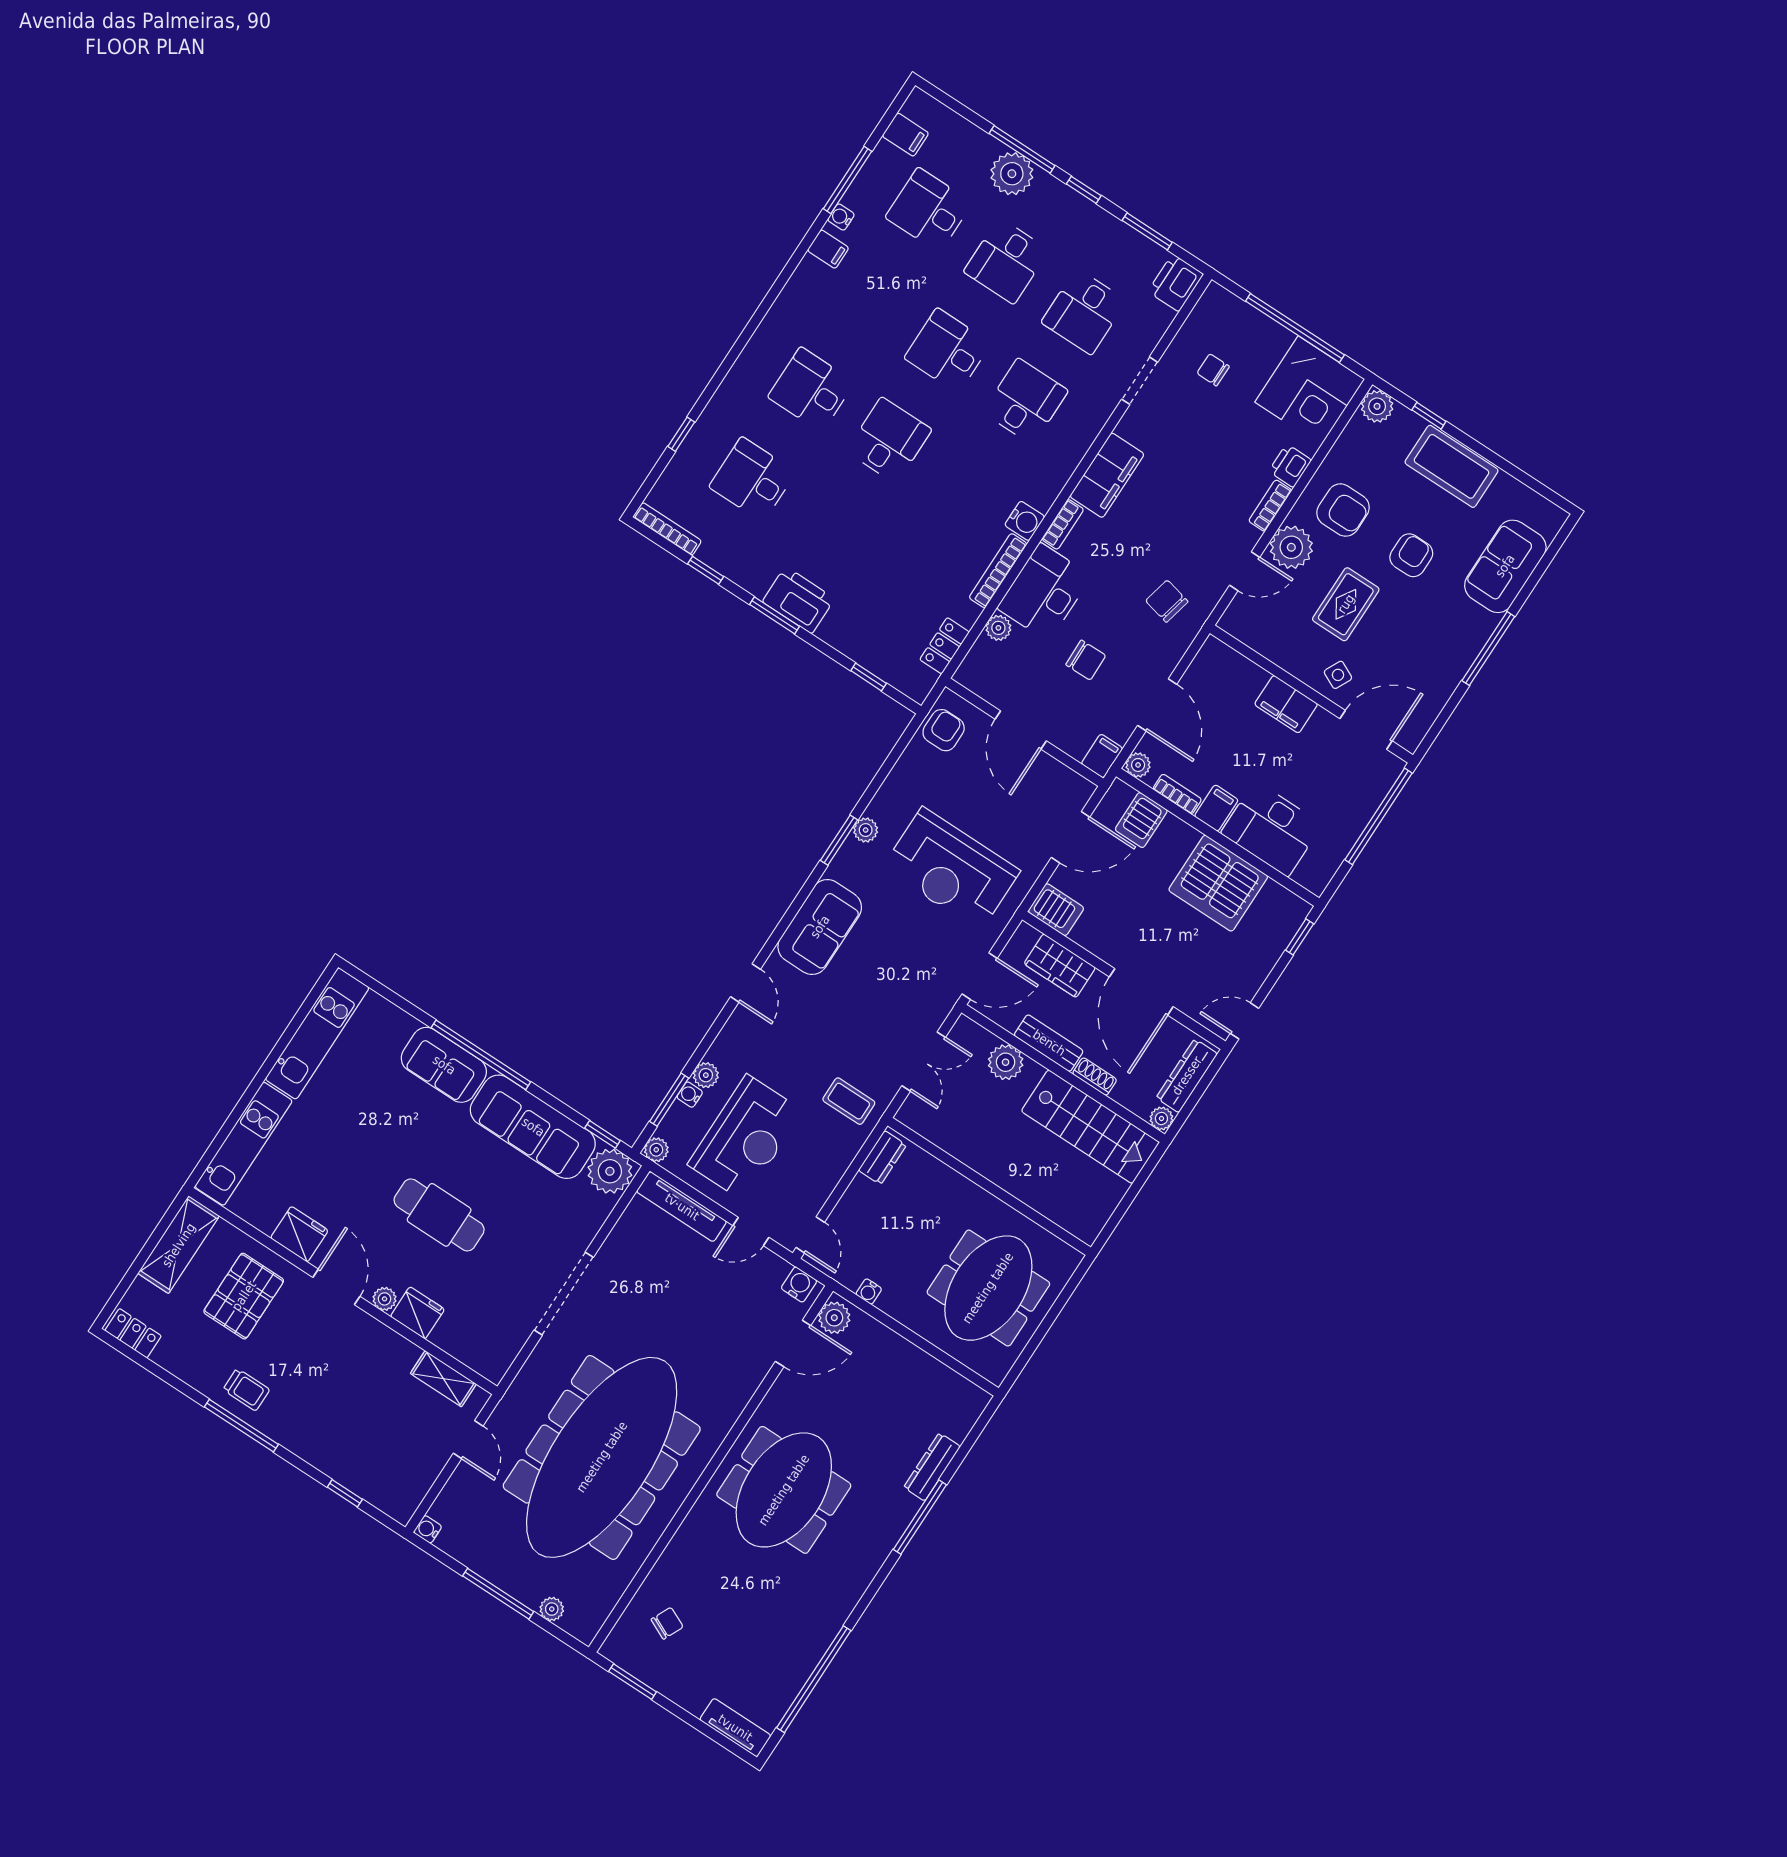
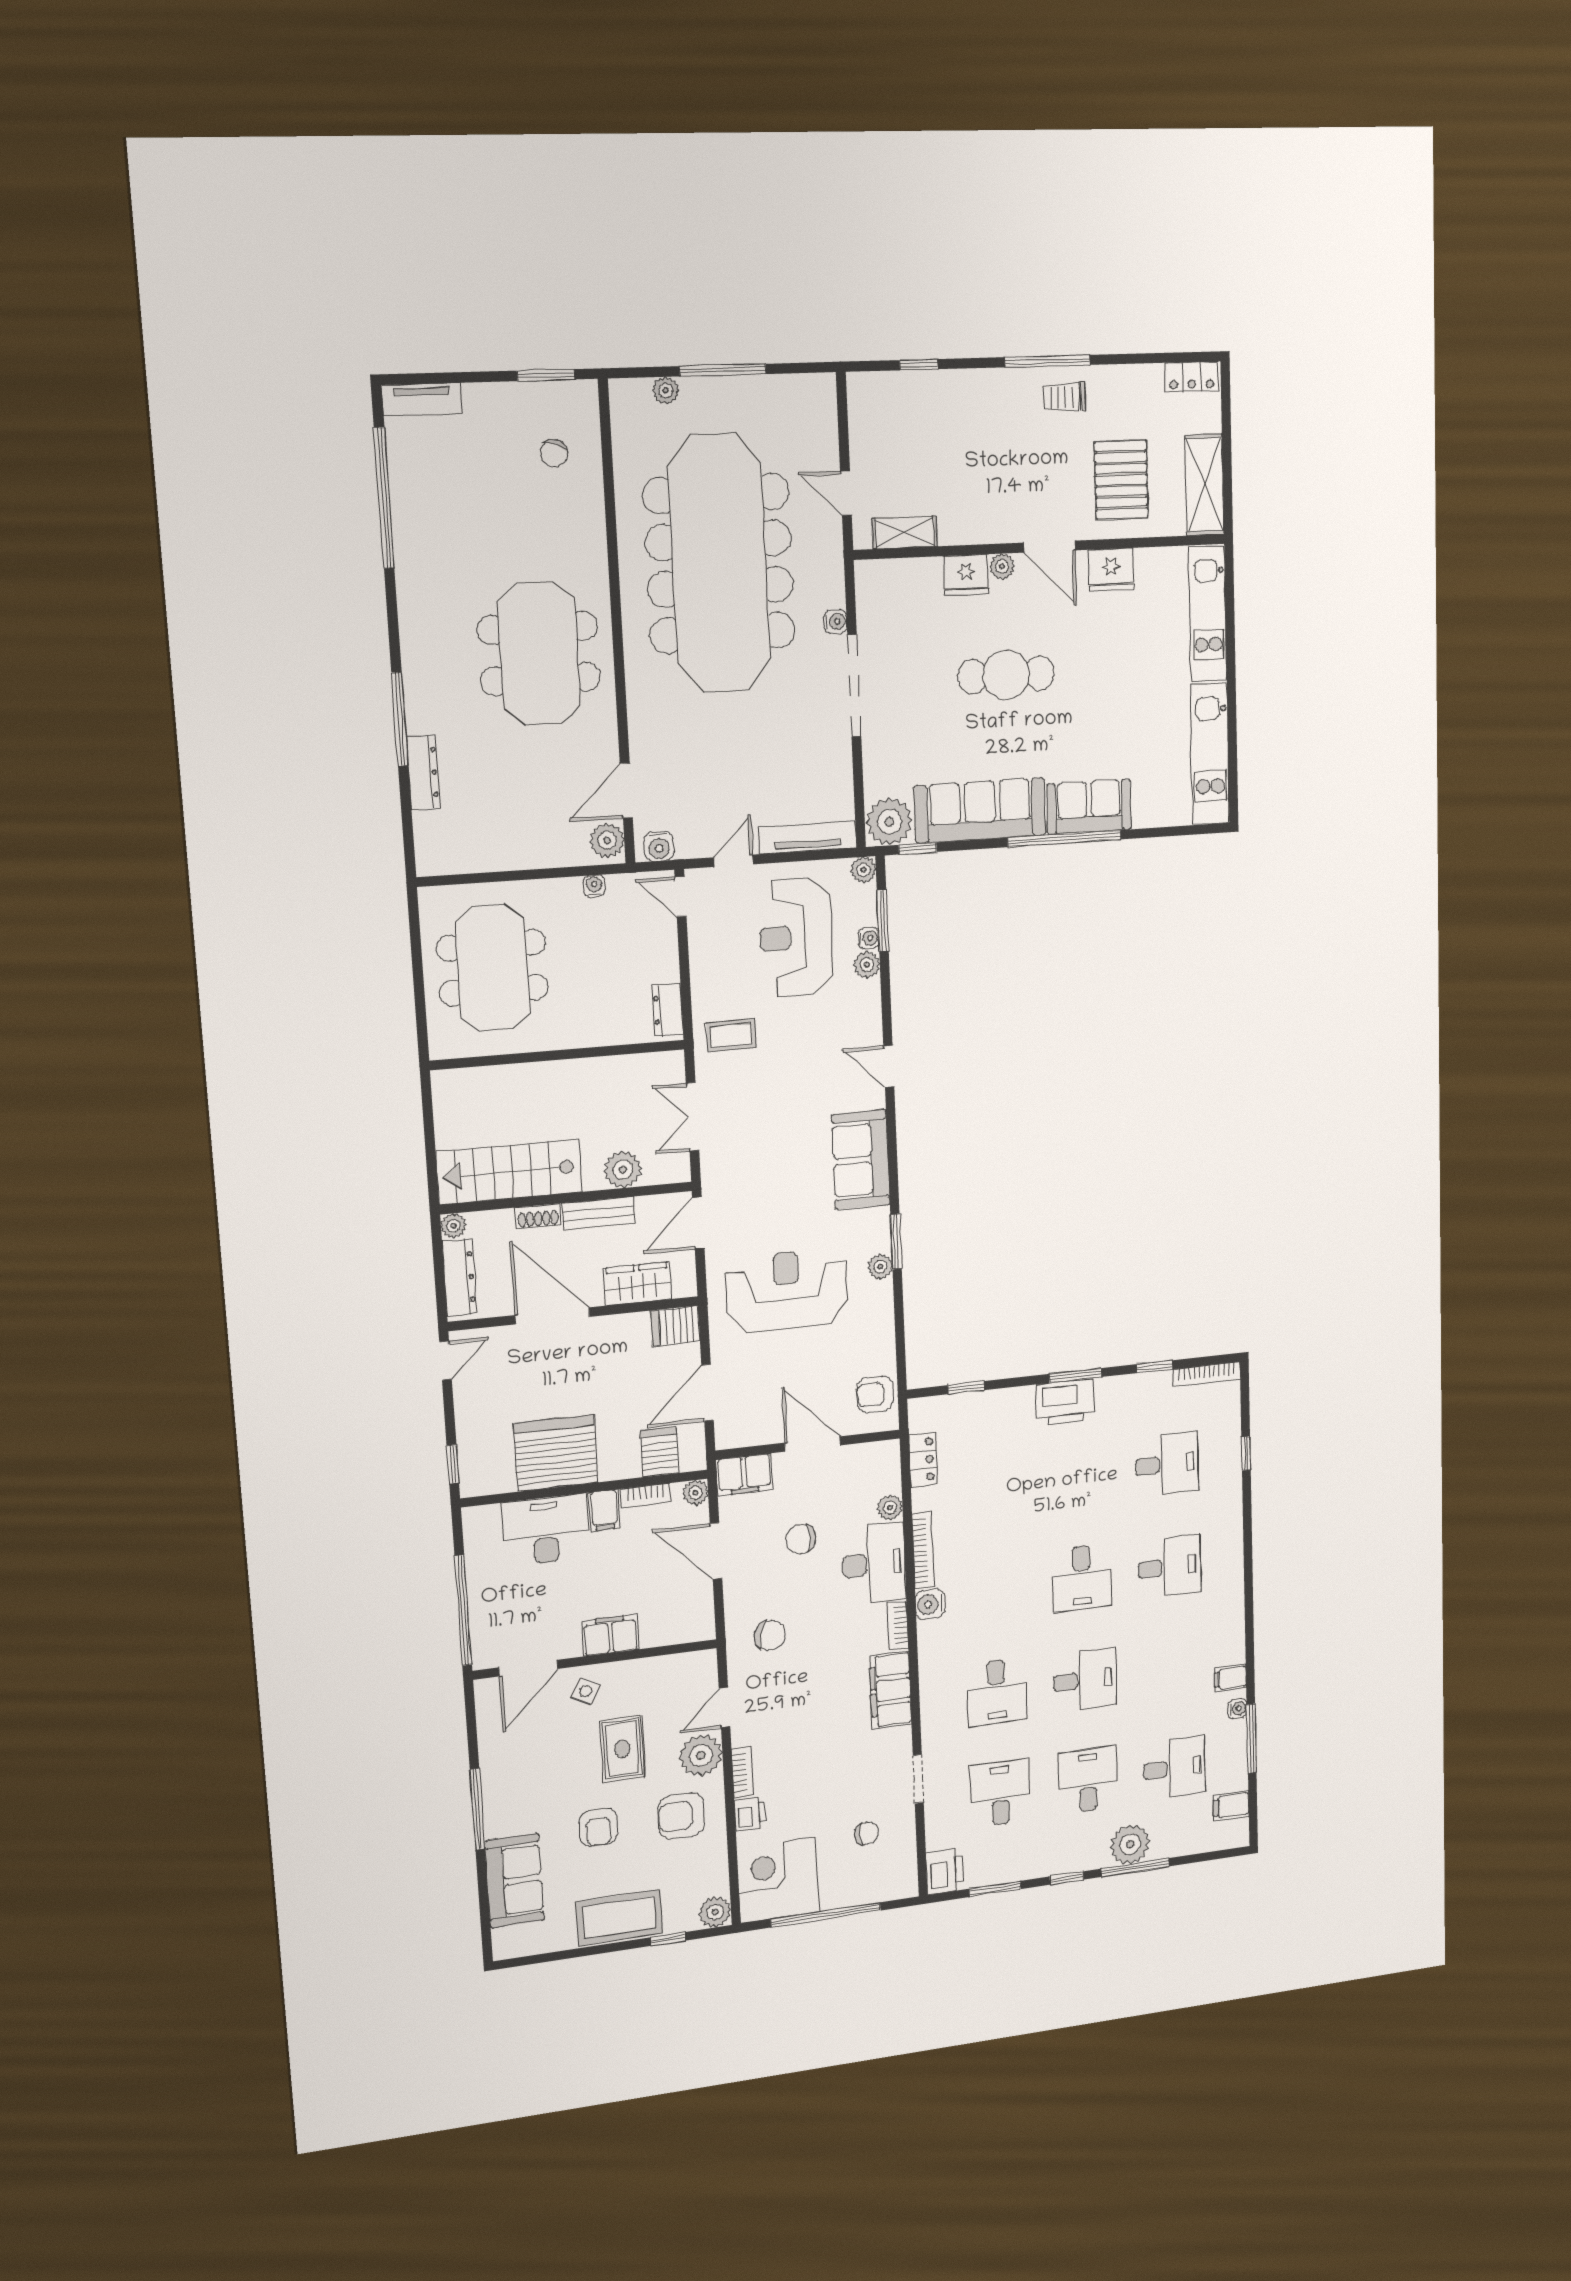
armchair: (944, 730) -> (875, 1394), turned 90
filing cabinet: (1102, 756) -> (744, 1475), width x2.00
water cooler: (428, 1529) -> (835, 622), moved

